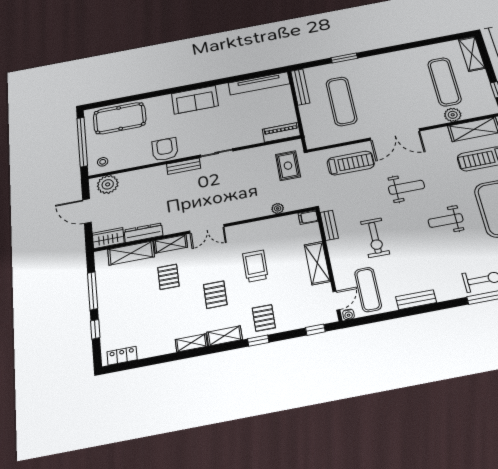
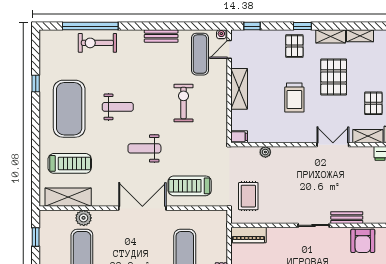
bench: (329, 225) -> (222, 124), removed
pallet: (215, 295) -> (334, 77), width x1.50, depth x1.42

